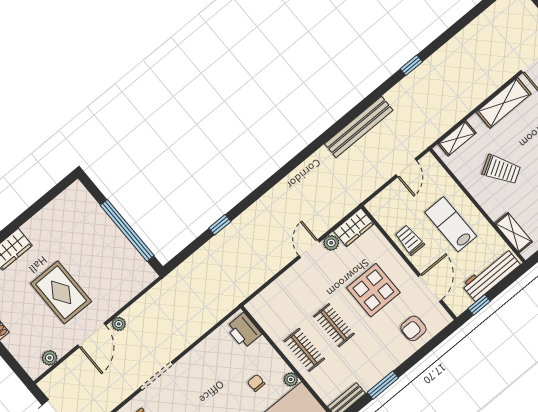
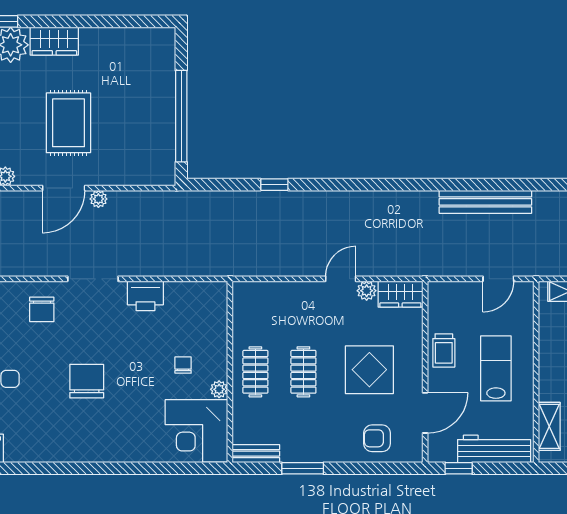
trolley: (409, 240) -> (444, 350), turned 180
printer: (244, 331) -> (145, 296), moved, turned -90

